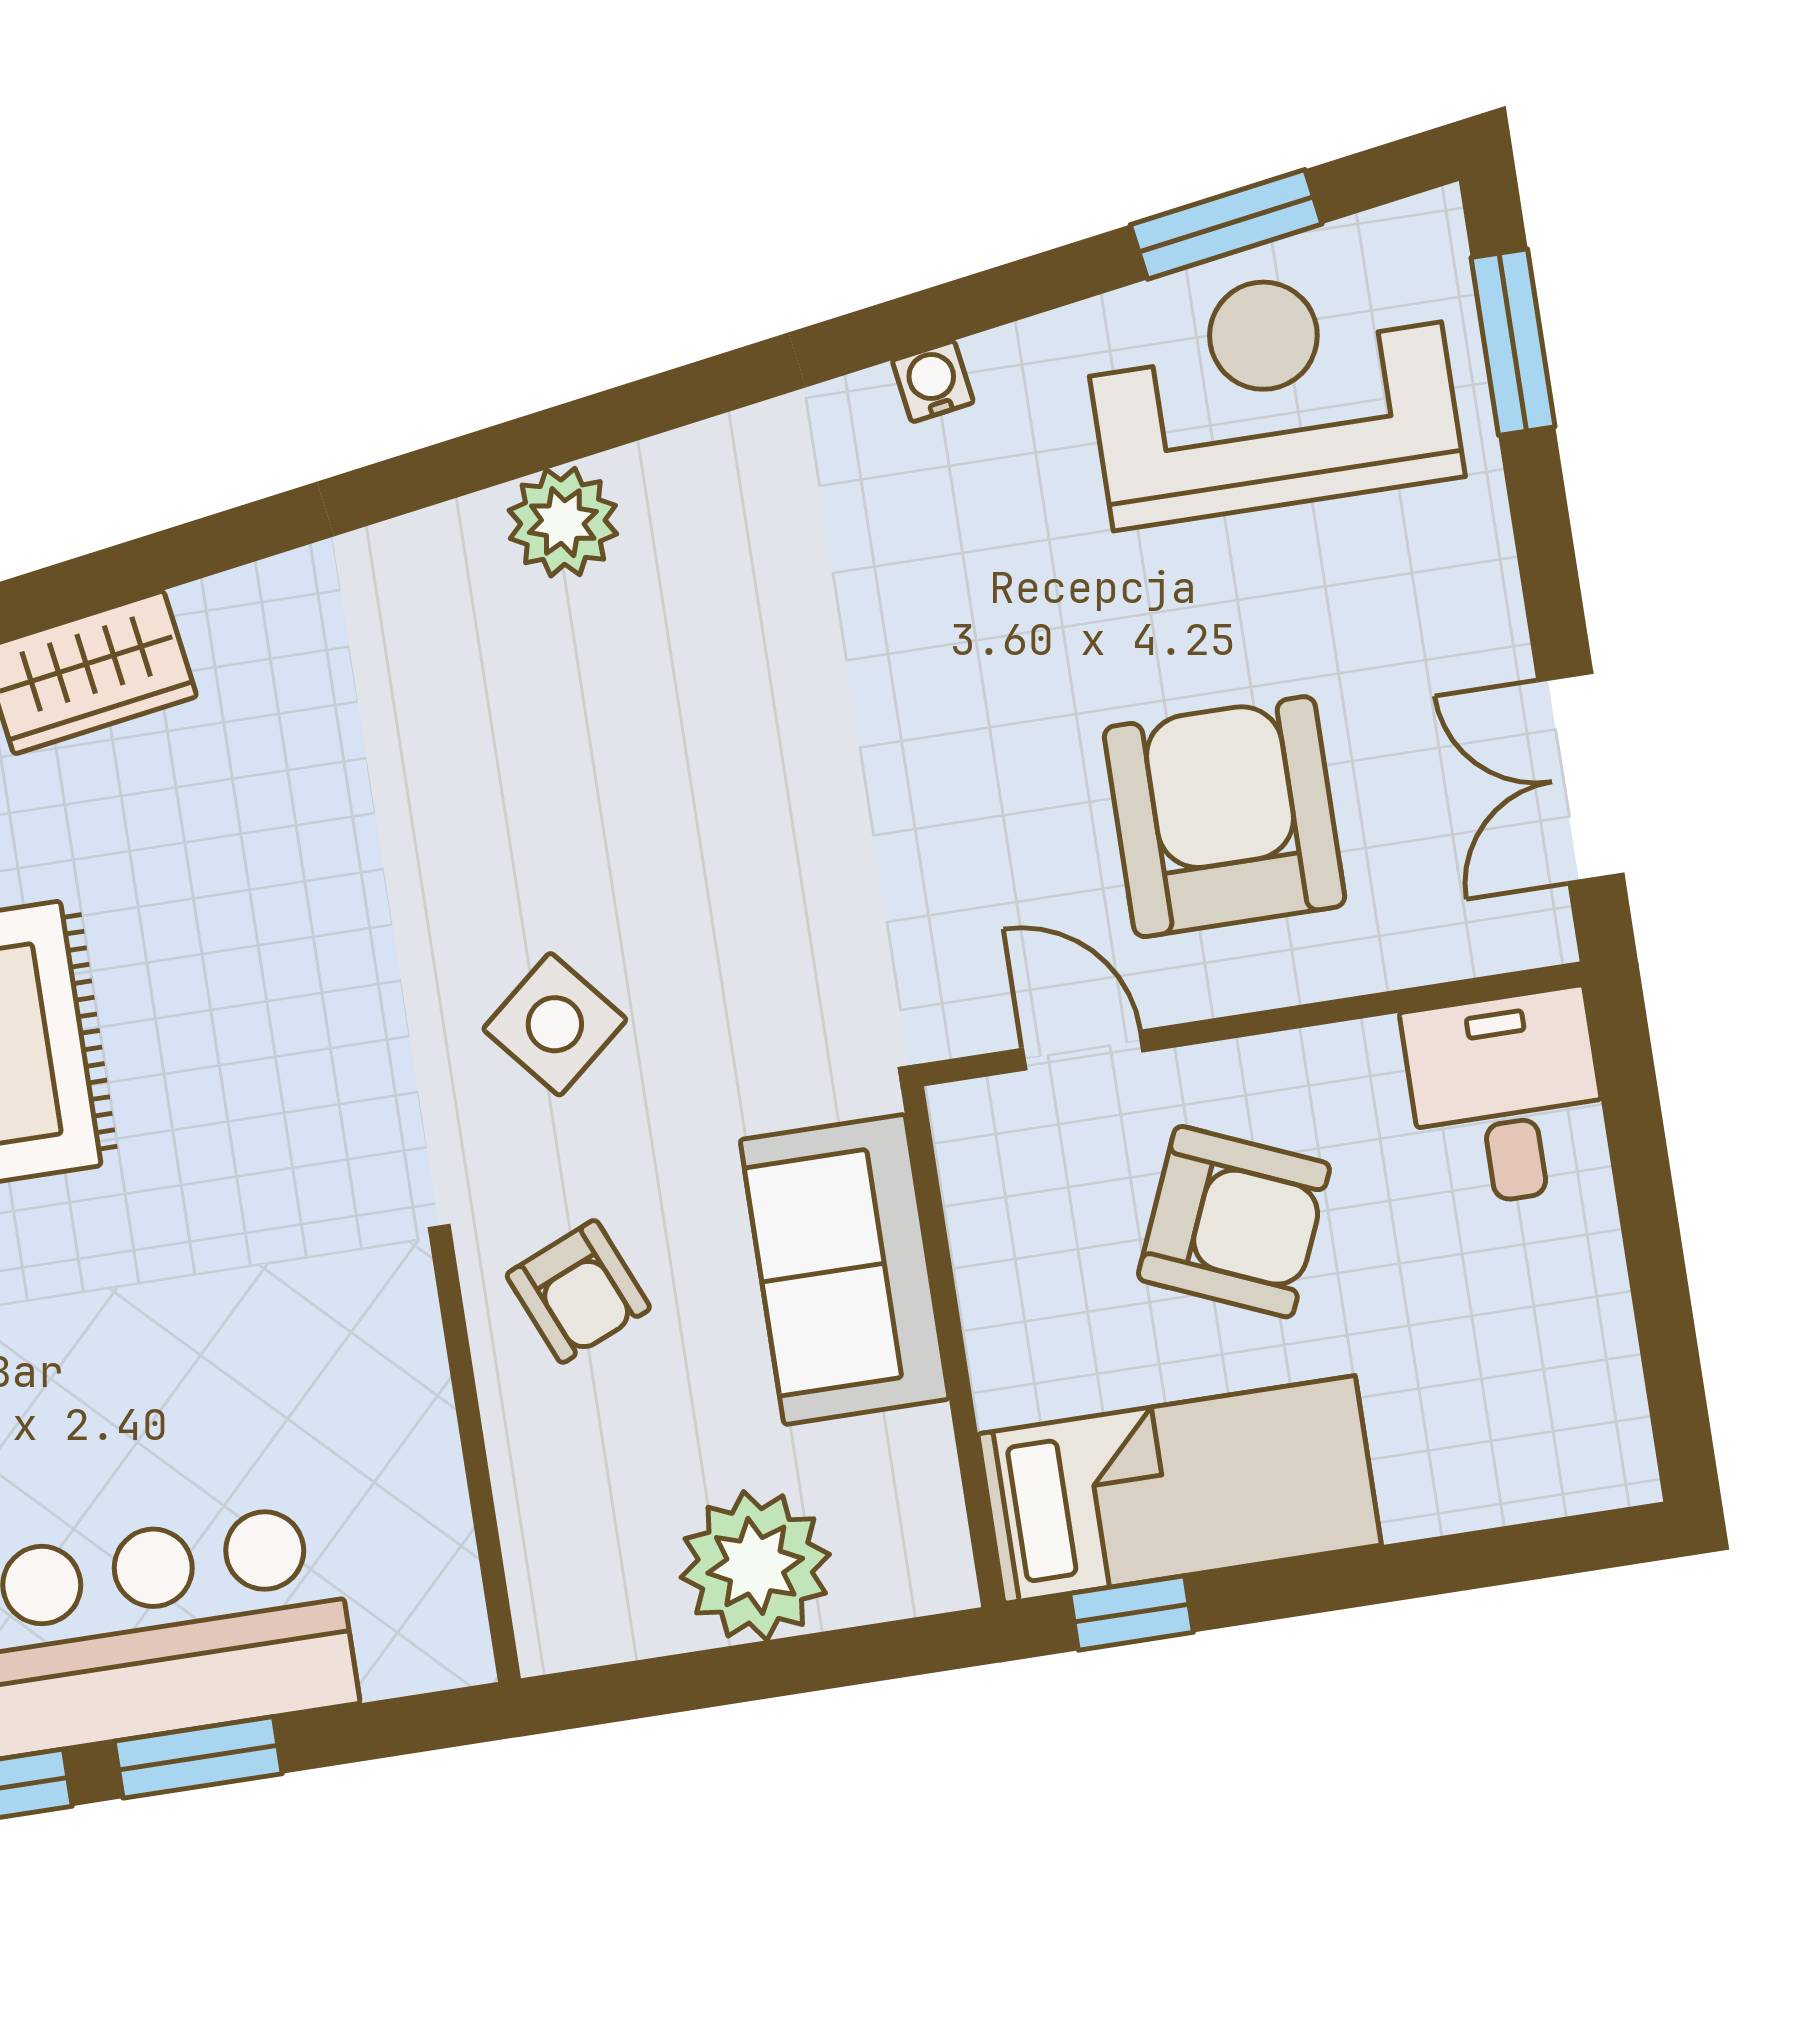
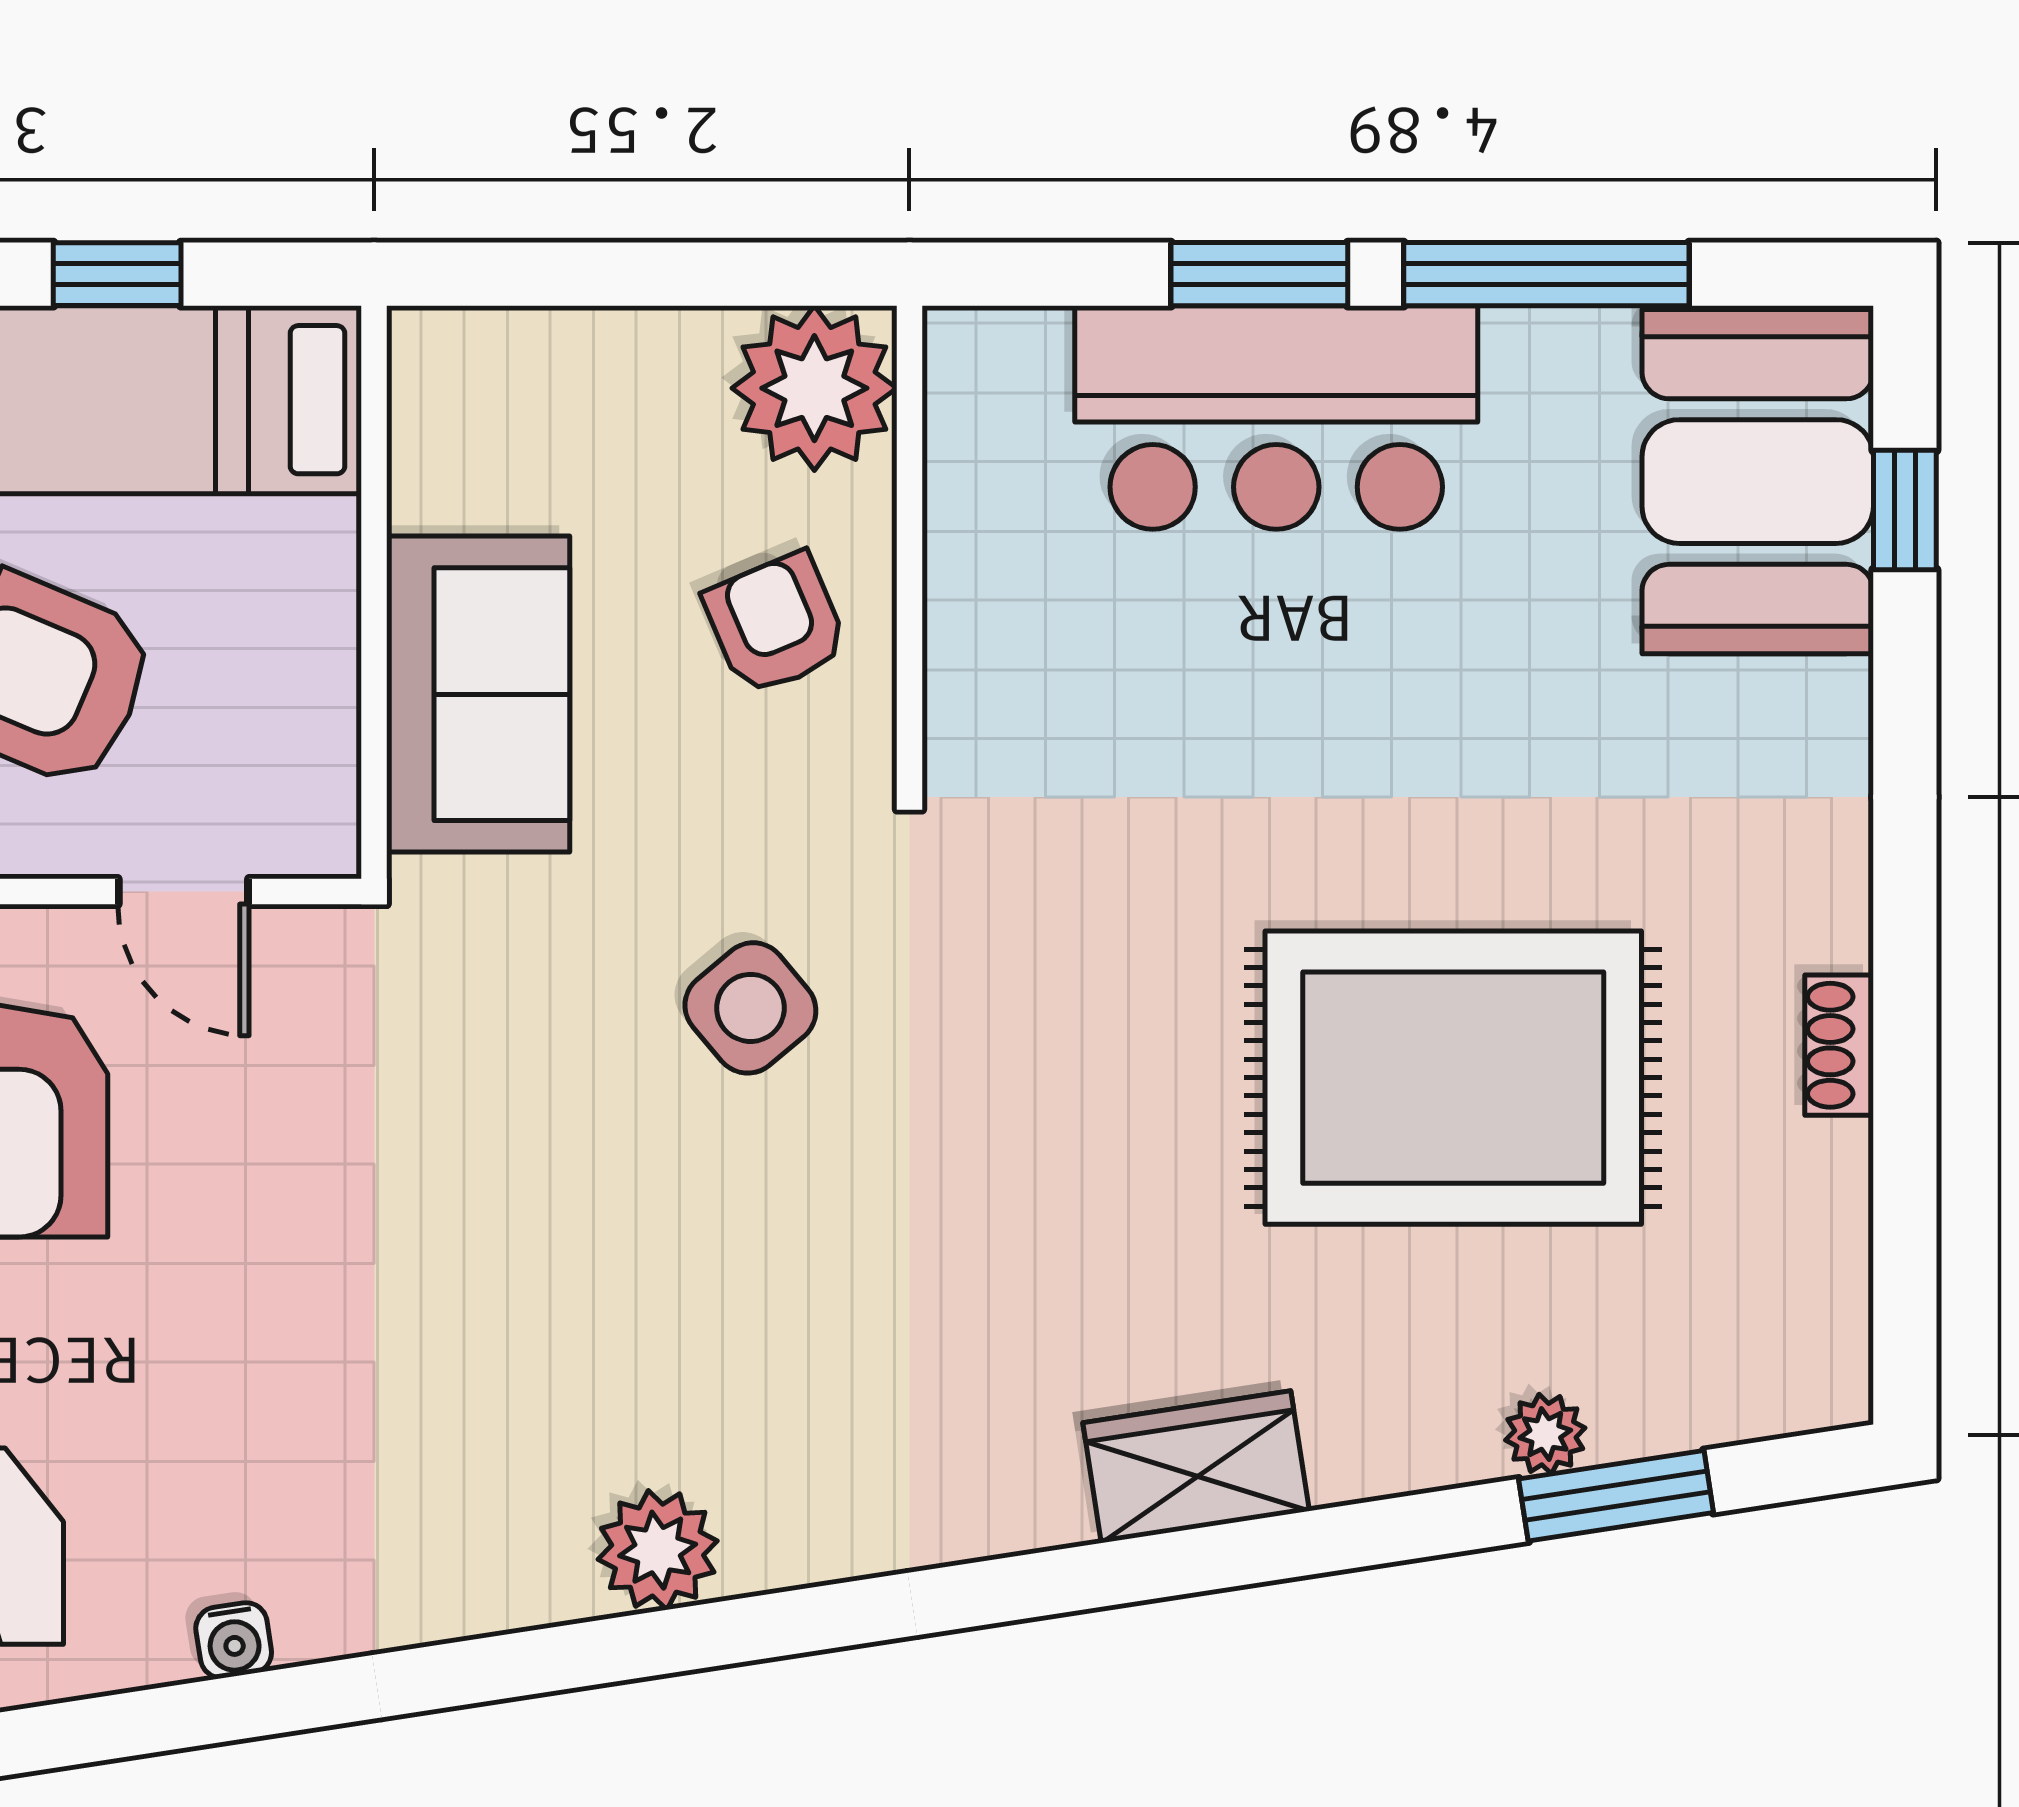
armchair: (578, 1291) -> (776, 624), moved
plant: (755, 1566) -> (814, 388), moved
window: (1131, 1613) -> (117, 274), moved

